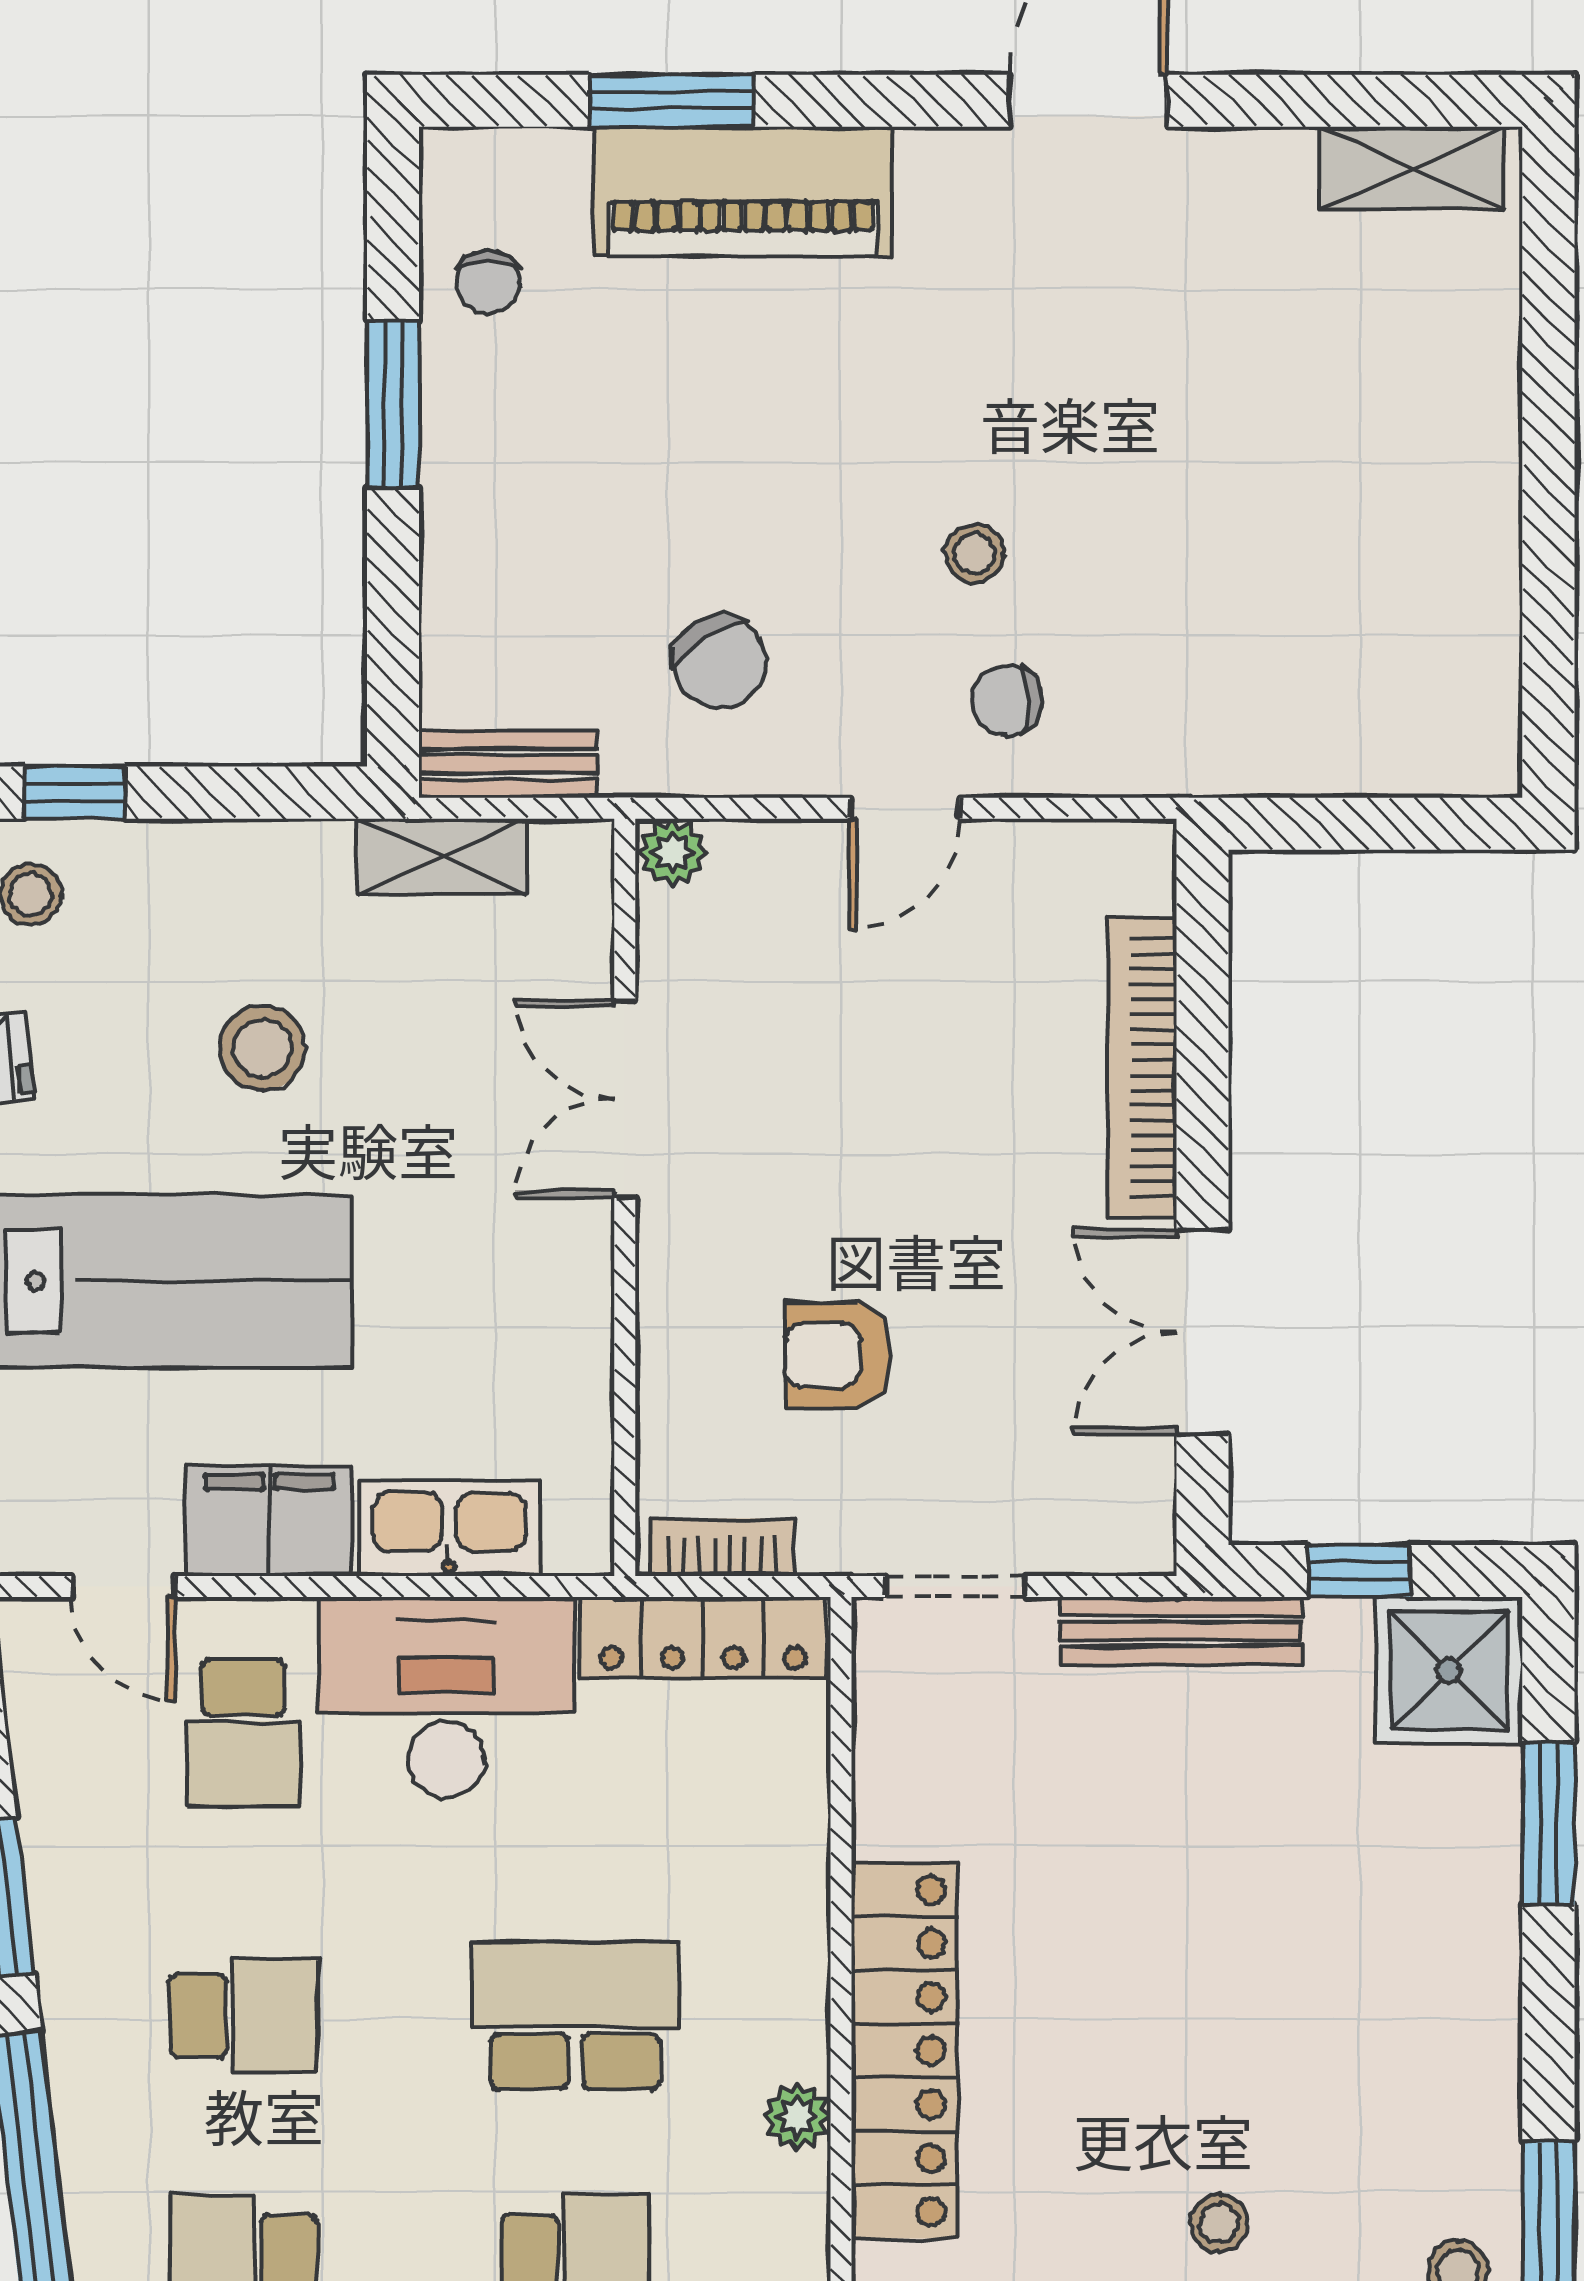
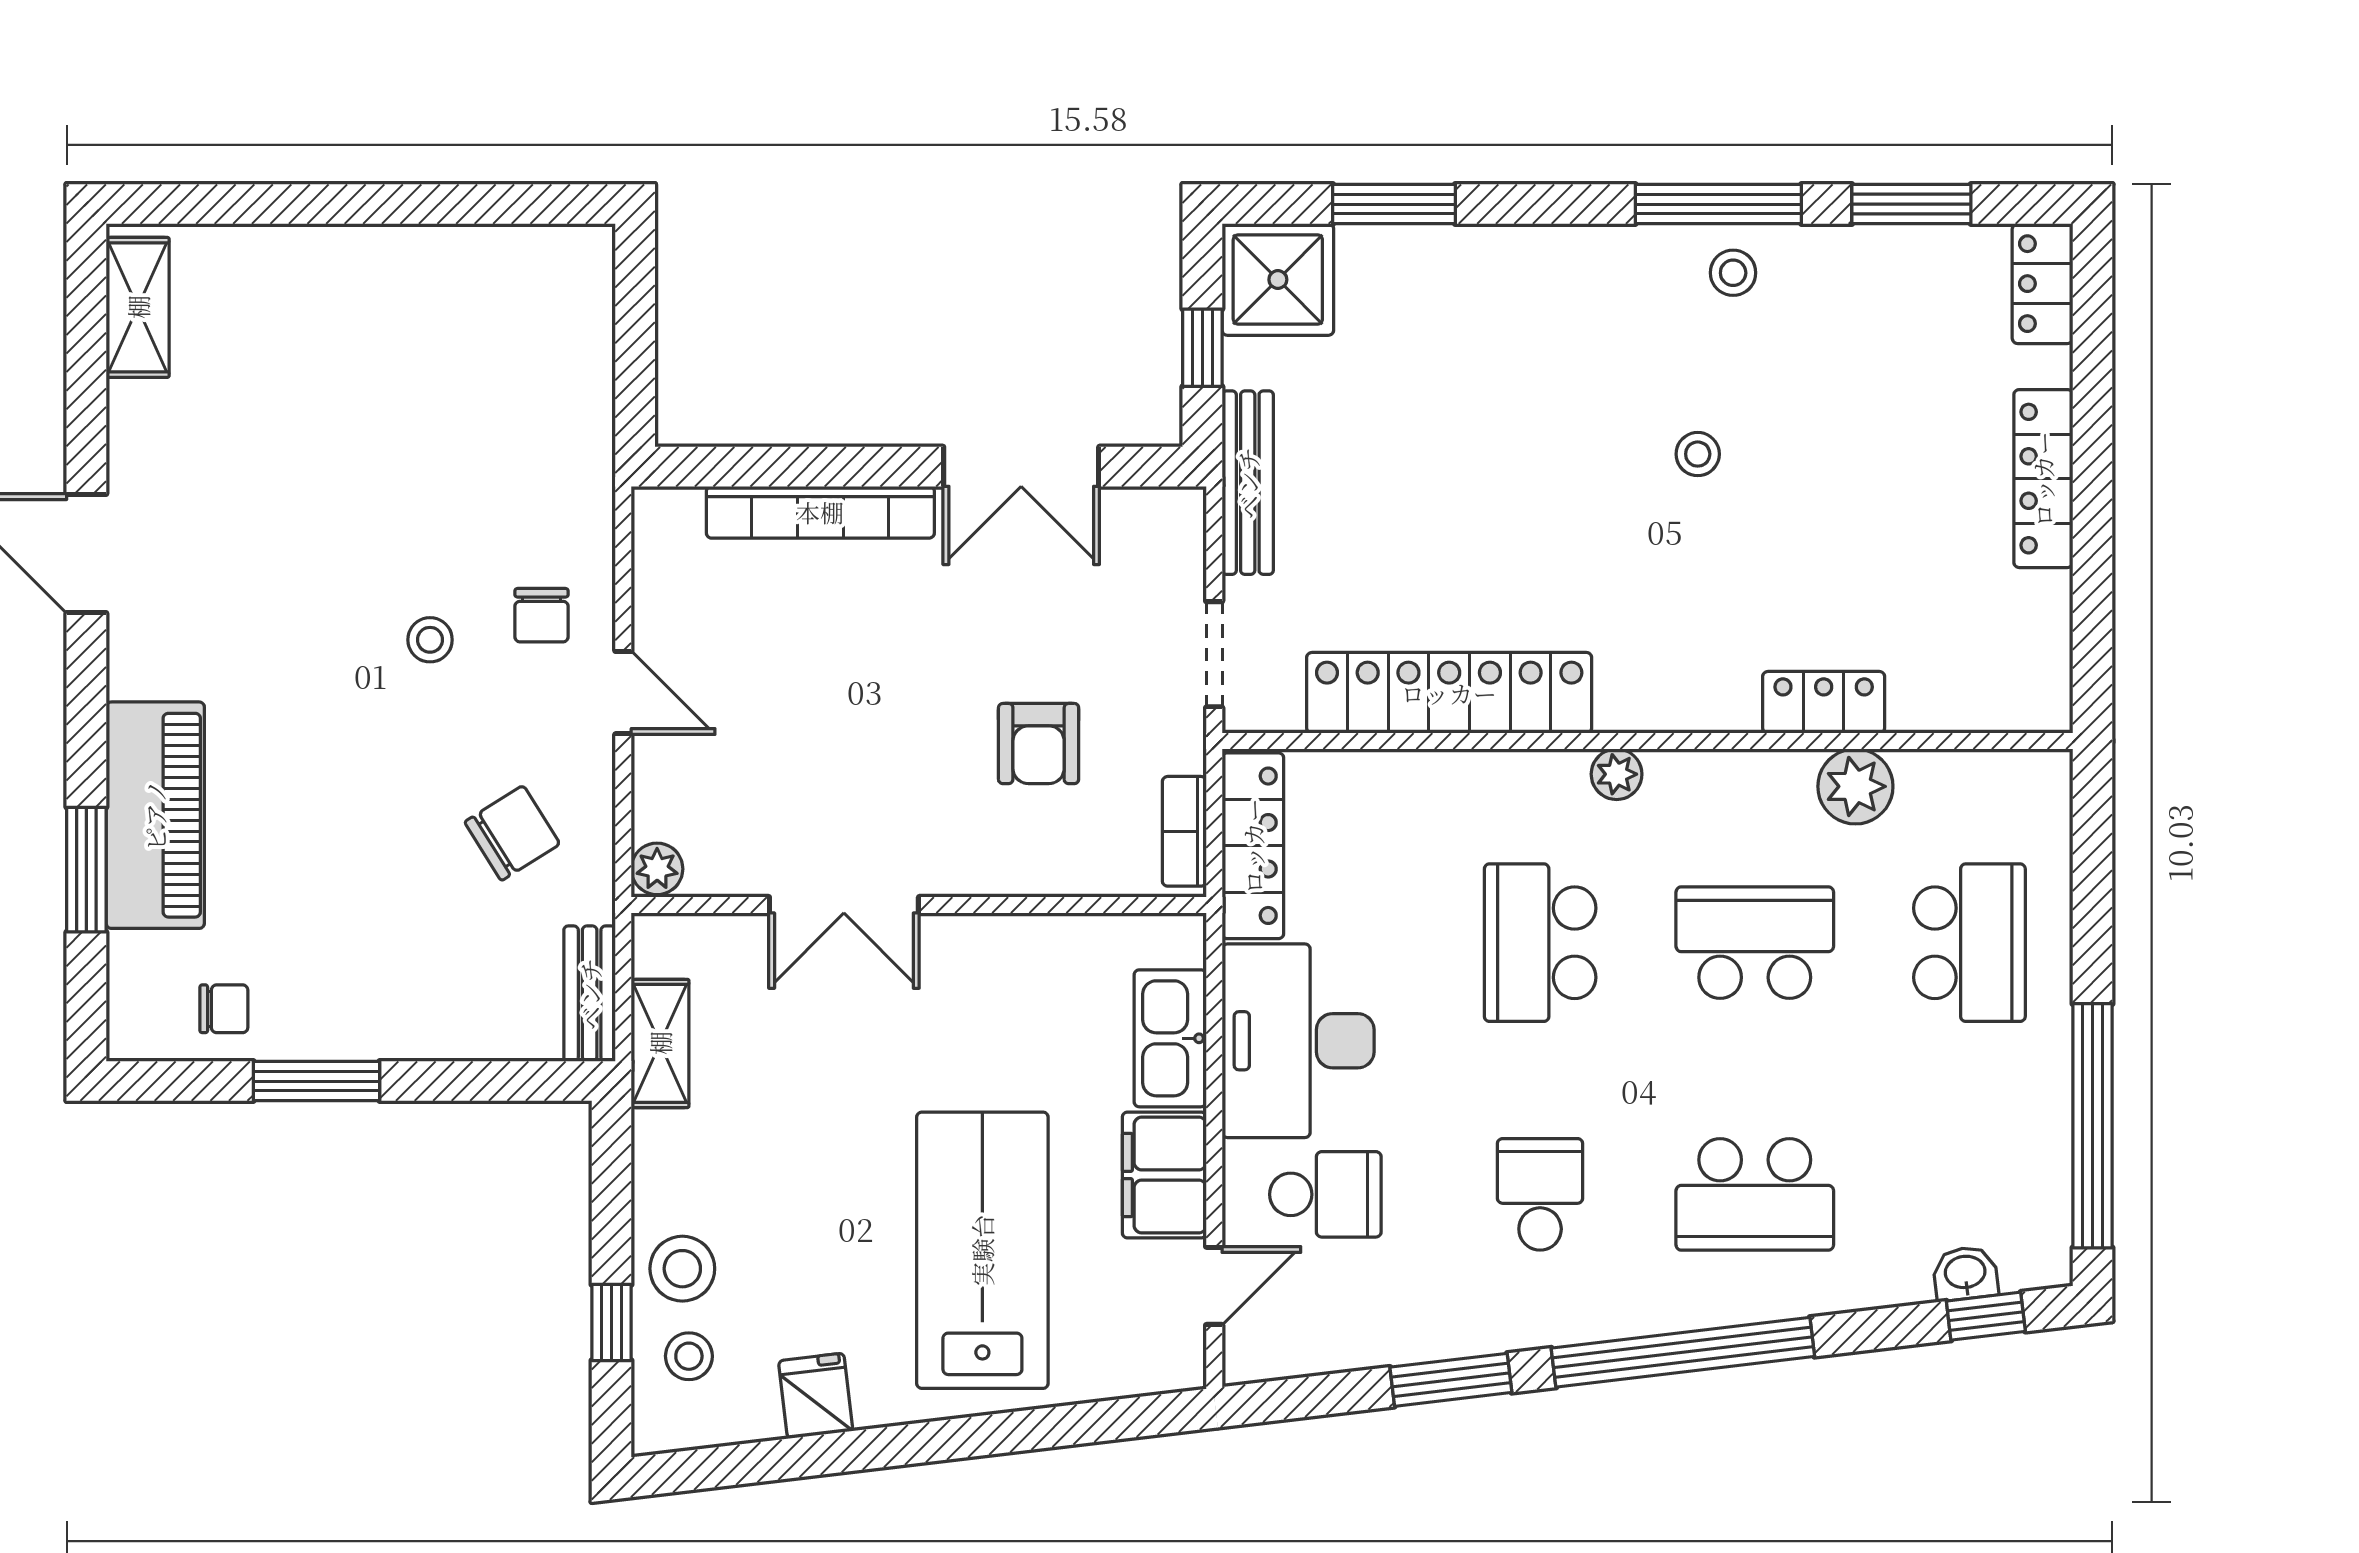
stool: (262, 1048) -> (682, 1269), moved
locker: (904, 2051) -> (1449, 693), moved

